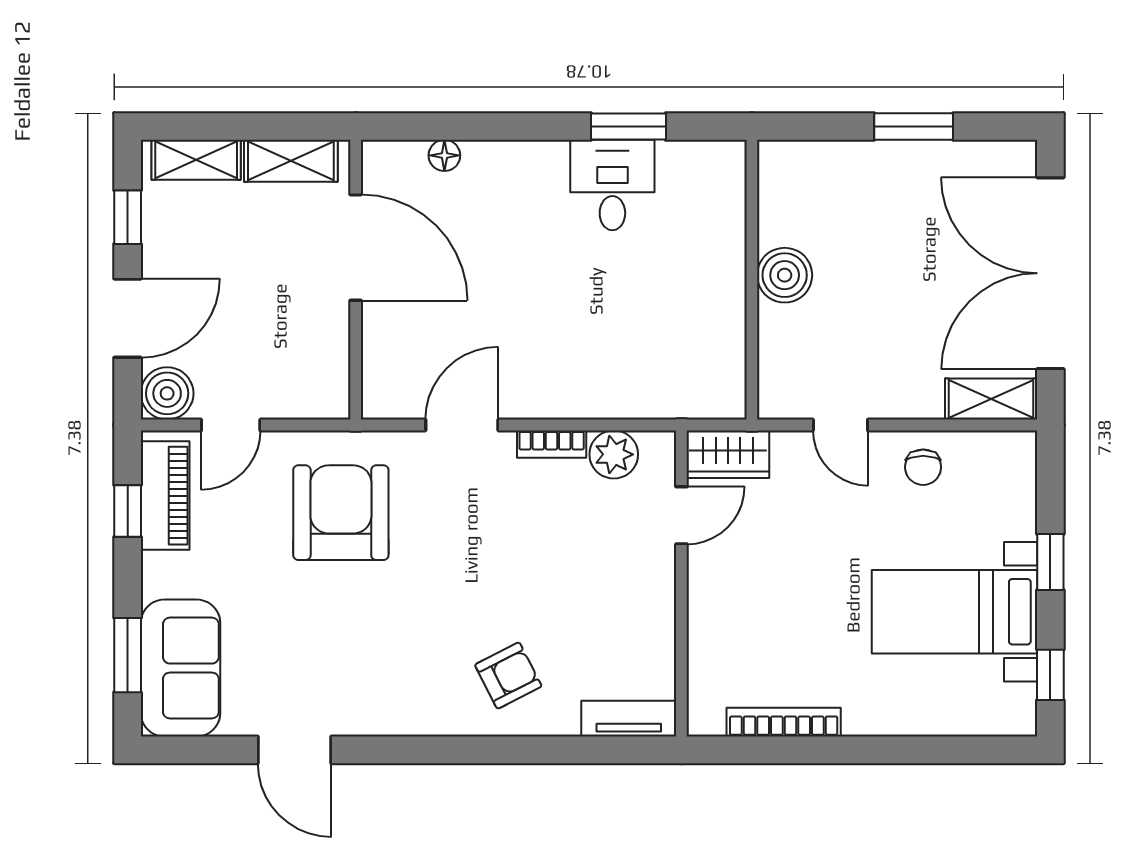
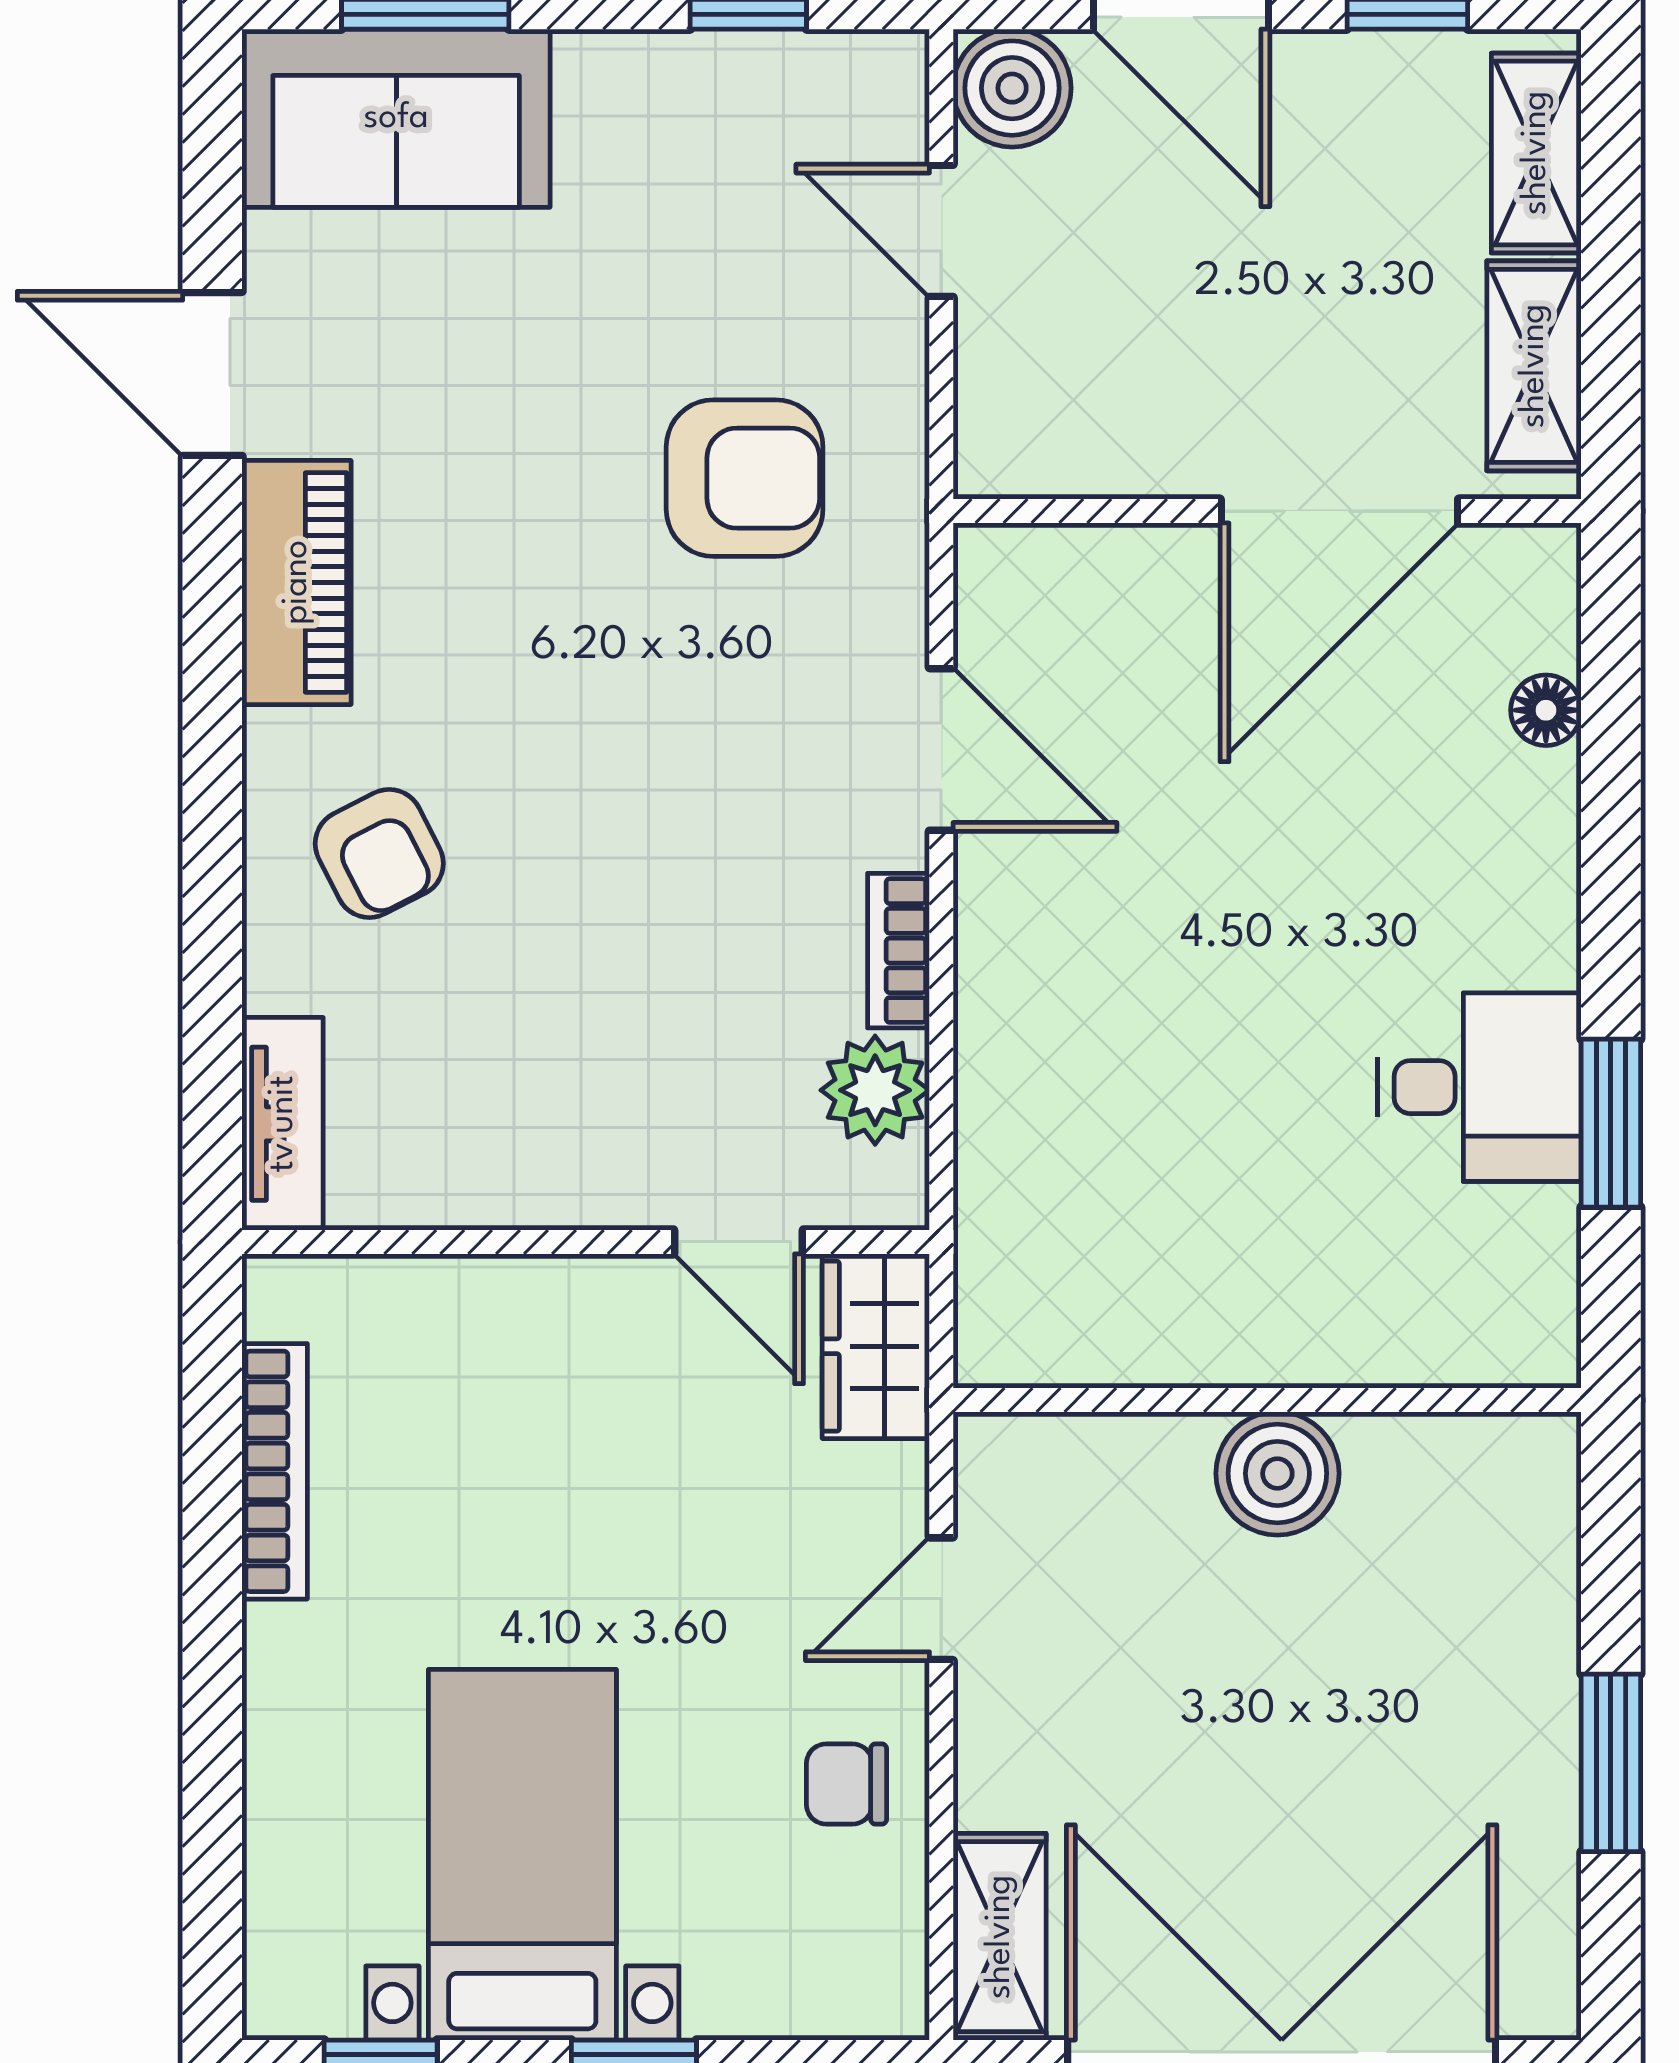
piano: (165, 496) -> (297, 582), moved, turned -90
armchair: (341, 513) -> (745, 478), width x0.73, depth x0.73
door: (294, 750) -> (212, 374), hinge flipped

